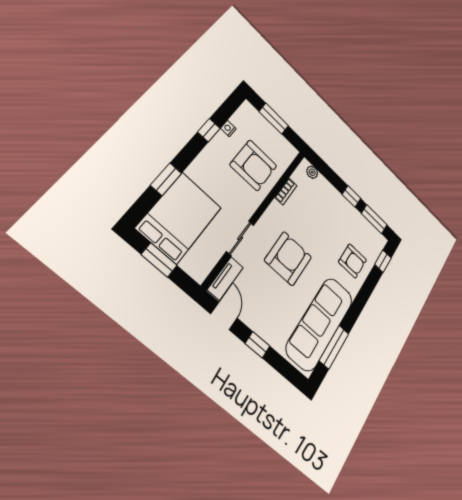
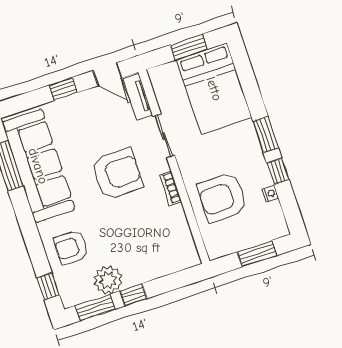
plant: (312, 172) -> (108, 280), moved, width x1.87, depth x1.87
window: (166, 179) -> (266, 134), moved
bookcase: (286, 191) -> (170, 188), moved
armchair: (288, 259) -> (117, 174), turned -90

